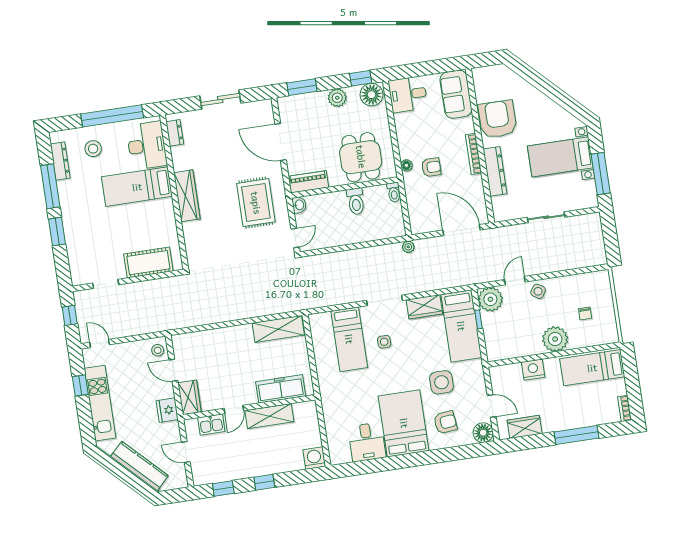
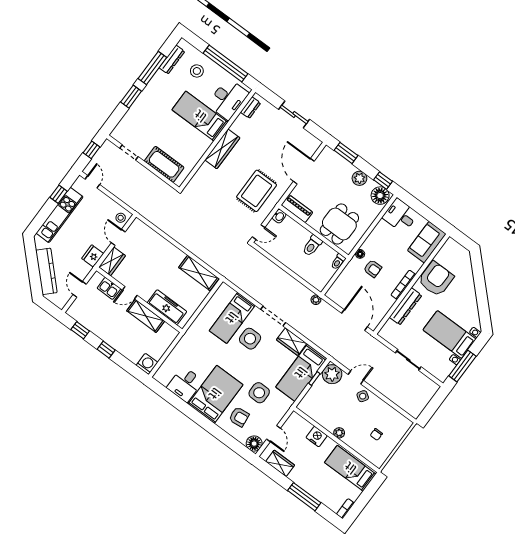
plant: (555, 339) -> (339, 433), width x0.53, depth x0.53
side table: (384, 342) -> (250, 339), width x1.87, depth x1.87

